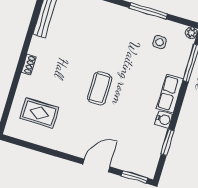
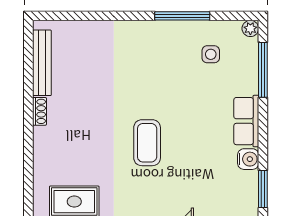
shoe rack: (29, 65) -> (39, 111), moved

